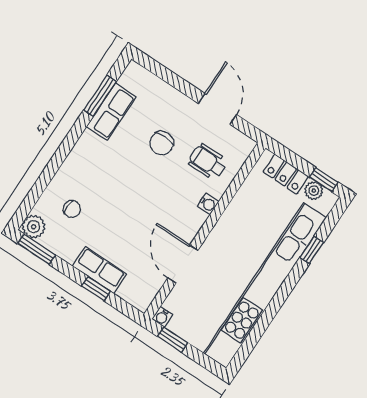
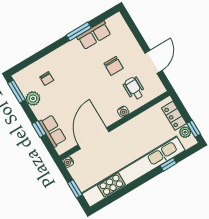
window: (100, 96) -> (79, 31), moved
chair: (162, 143) -> (114, 66), turned -90
plant: (34, 227) -> (33, 98), moved
door: (183, 264) -> (93, 138), width x1.36
row of seats: (100, 270) -> (53, 131), moved
window: (173, 340) -> (75, 189), moved

